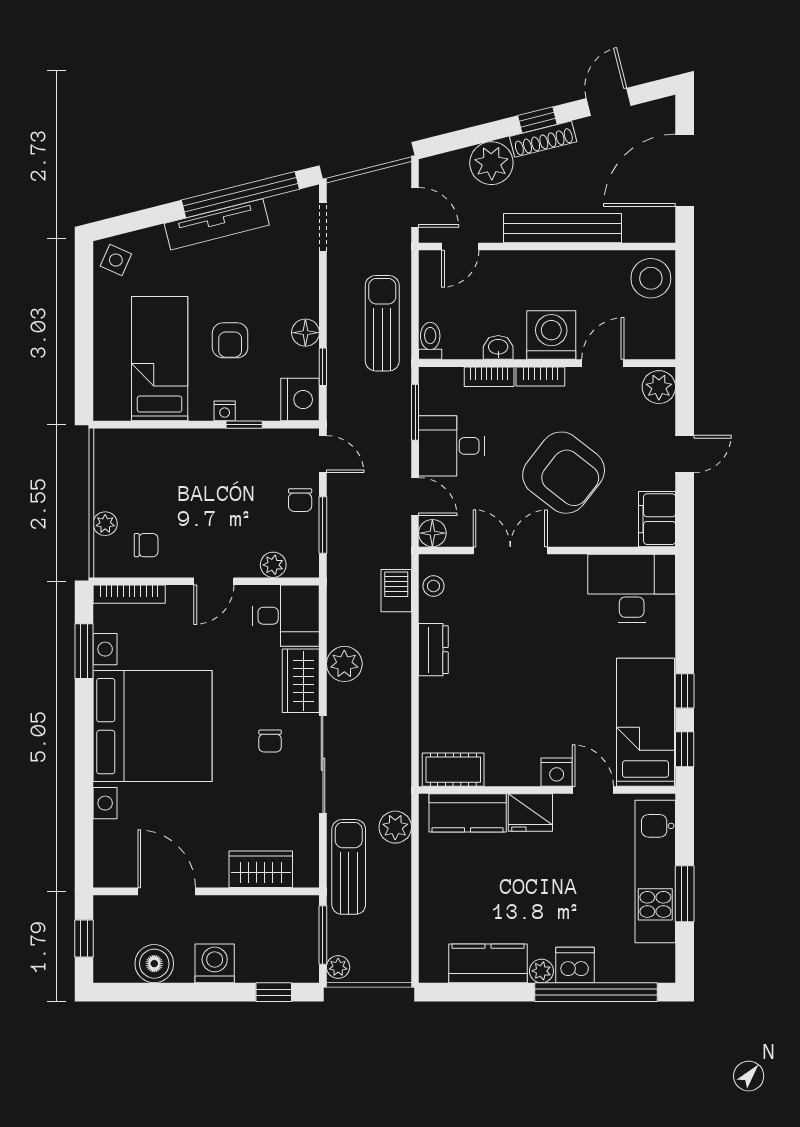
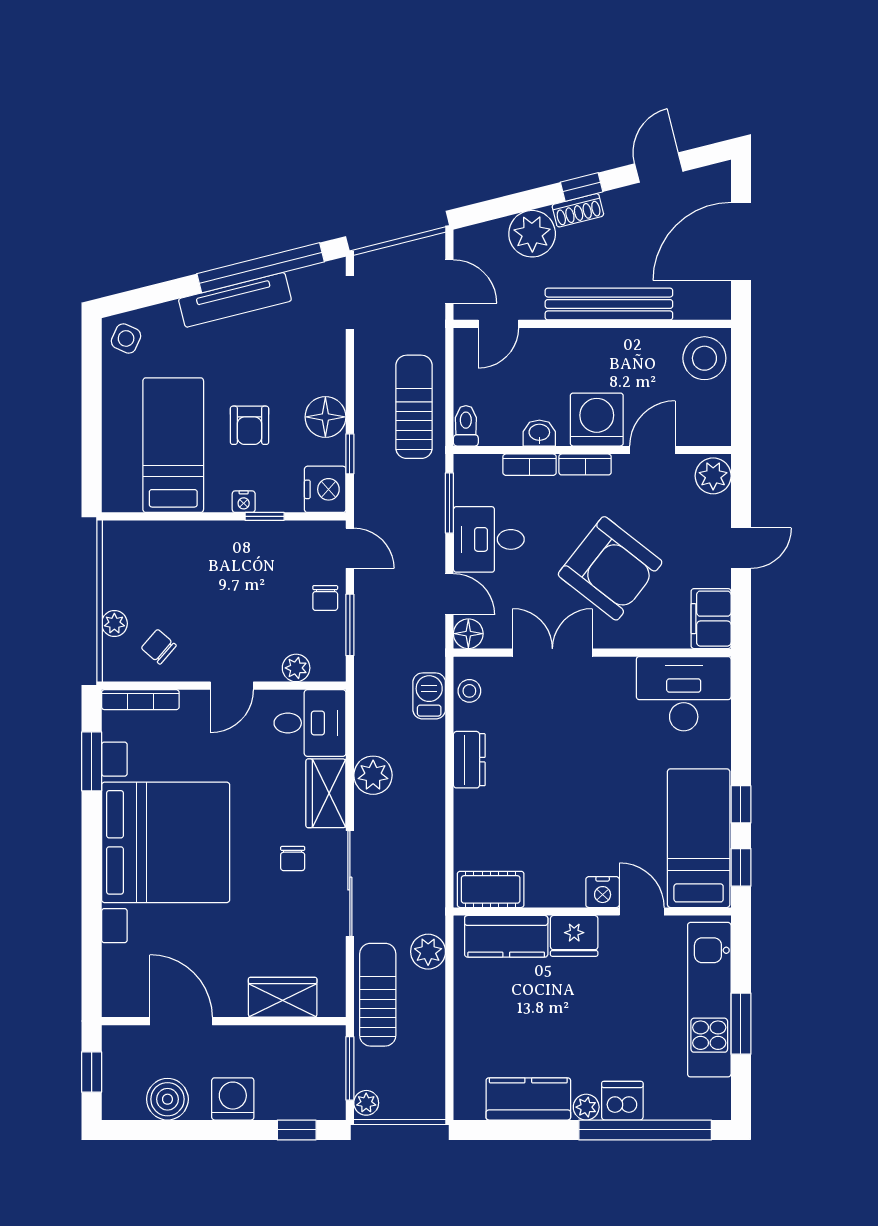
shoe rack: (543, 139) -> (578, 210), width x0.70
floor lamp: (305, 333) -> (325, 417), width x1.38, depth x1.38
chair: (146, 545) -> (159, 647), turned -139

